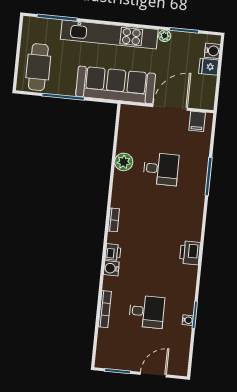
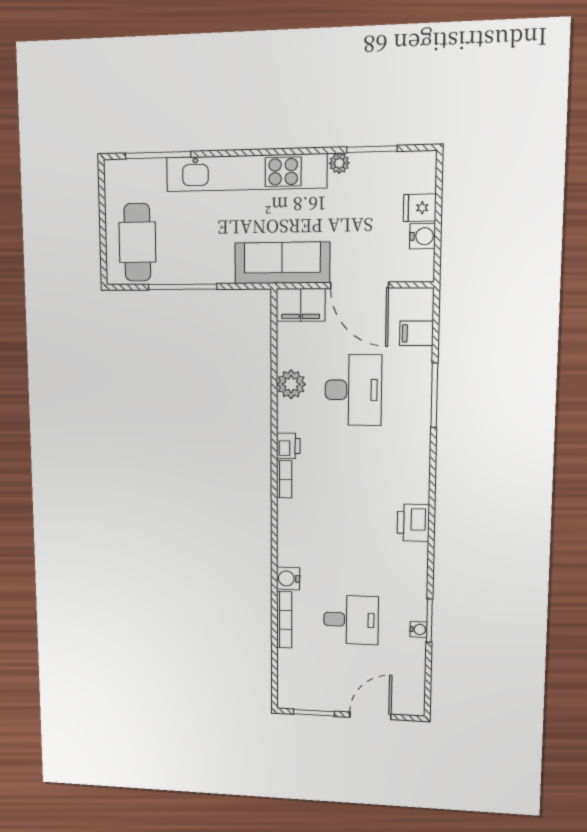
water cooler: (212, 51) -> (423, 236), moved
sofa: (116, 85) -> (282, 263), width x0.74, depth x0.79
door: (170, 107) -> (359, 285), swing flipped
filing cabinet: (134, 115) -> (301, 305), added
filing cabinet: (197, 121) -> (416, 333), moved, turned 90
desk: (161, 169) -> (353, 390), width x1.37
printer: (113, 252) -> (288, 446), moved
water cooler: (111, 268) -> (288, 579), moved

